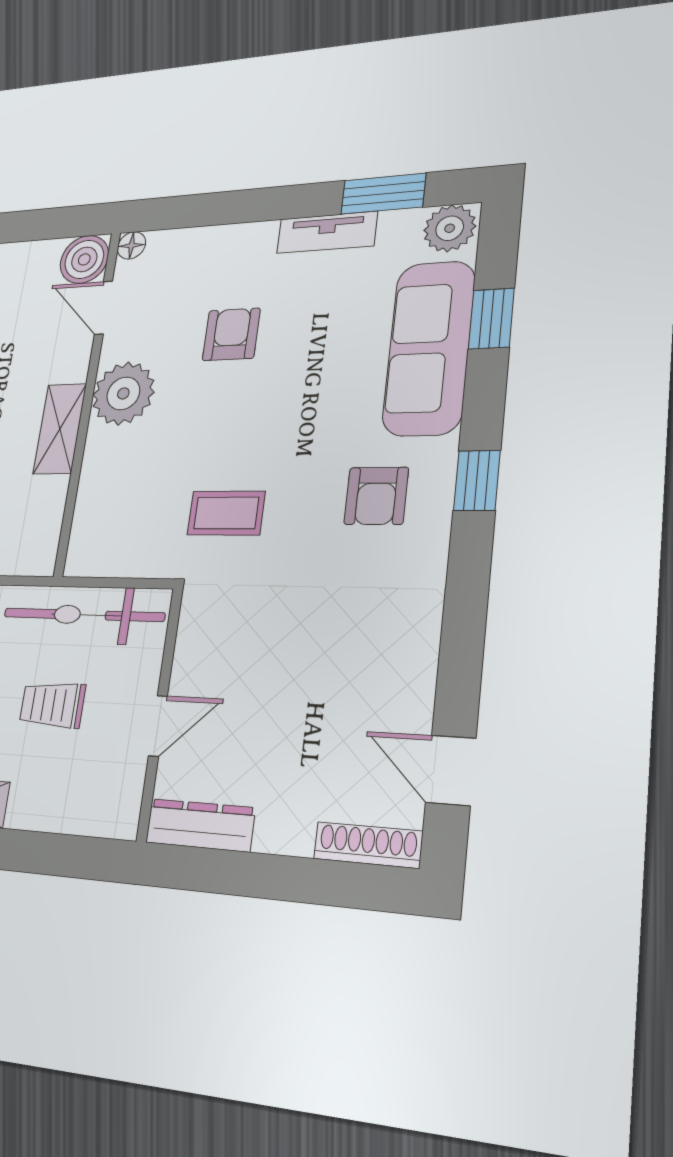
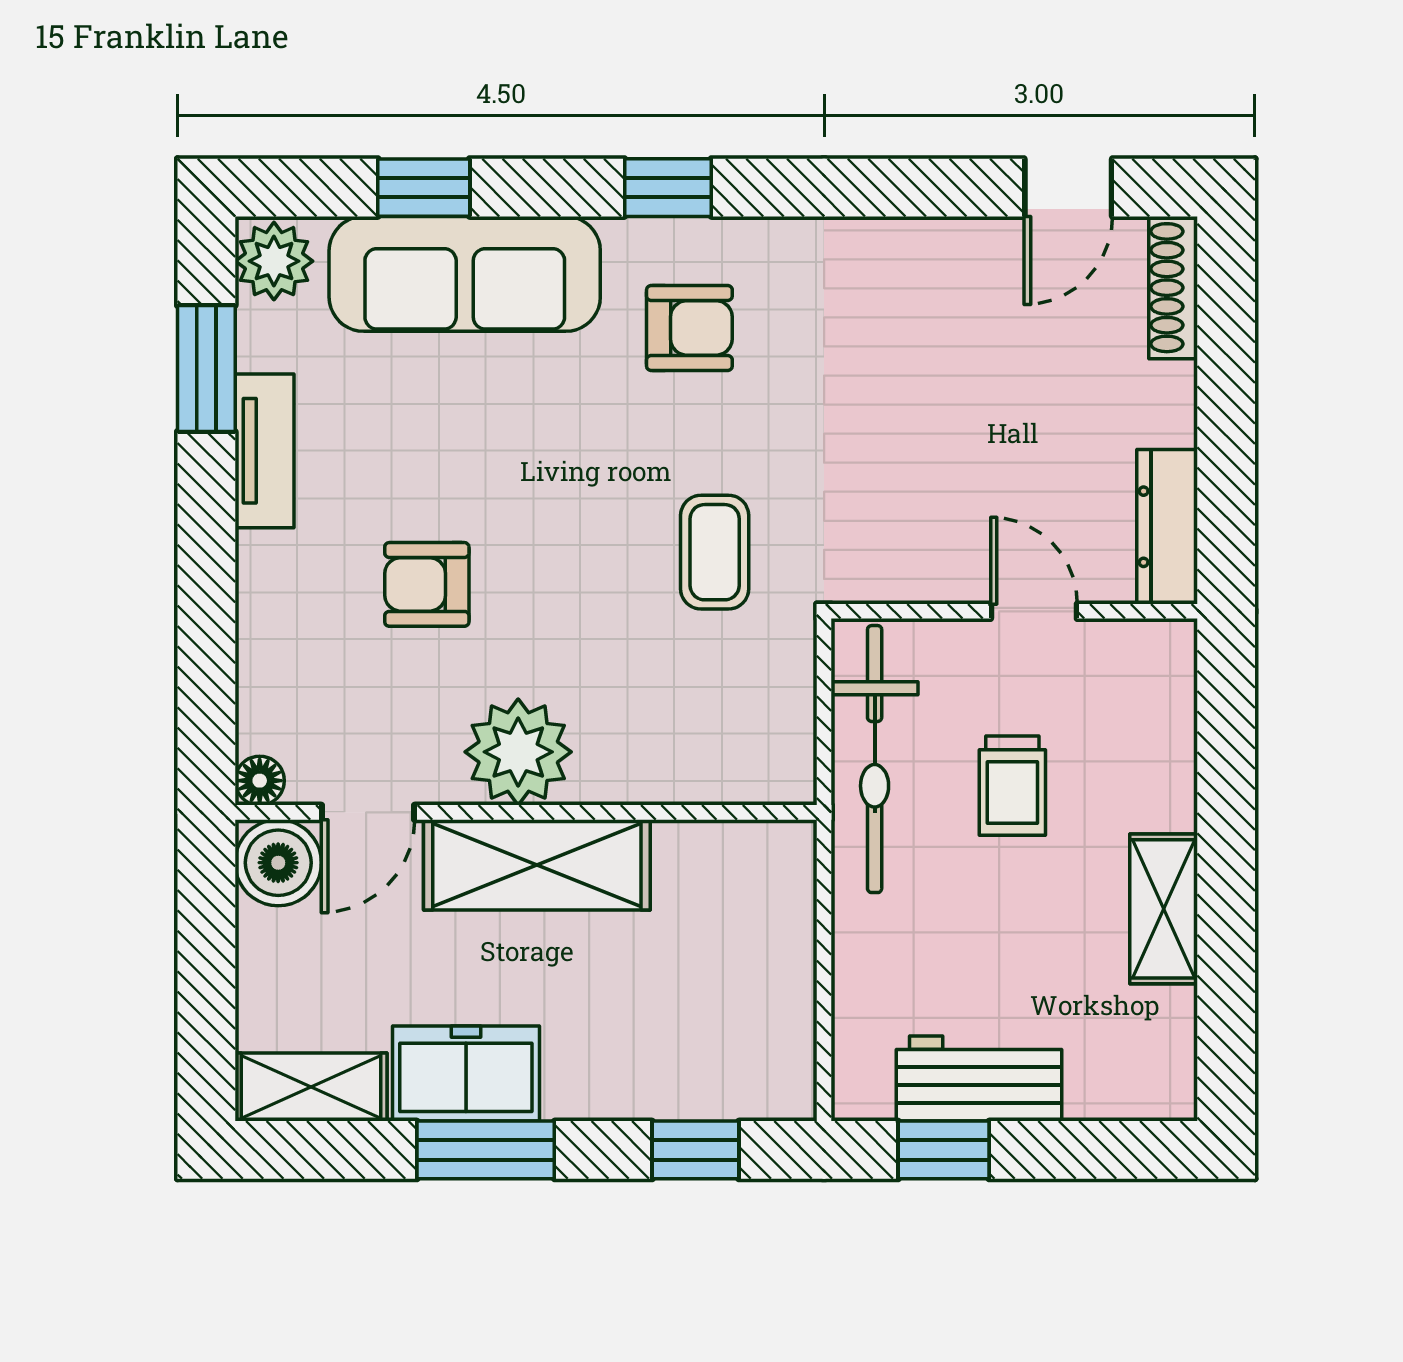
shelving: (60, 429) -> (537, 865), width x1.50, depth x1.33

